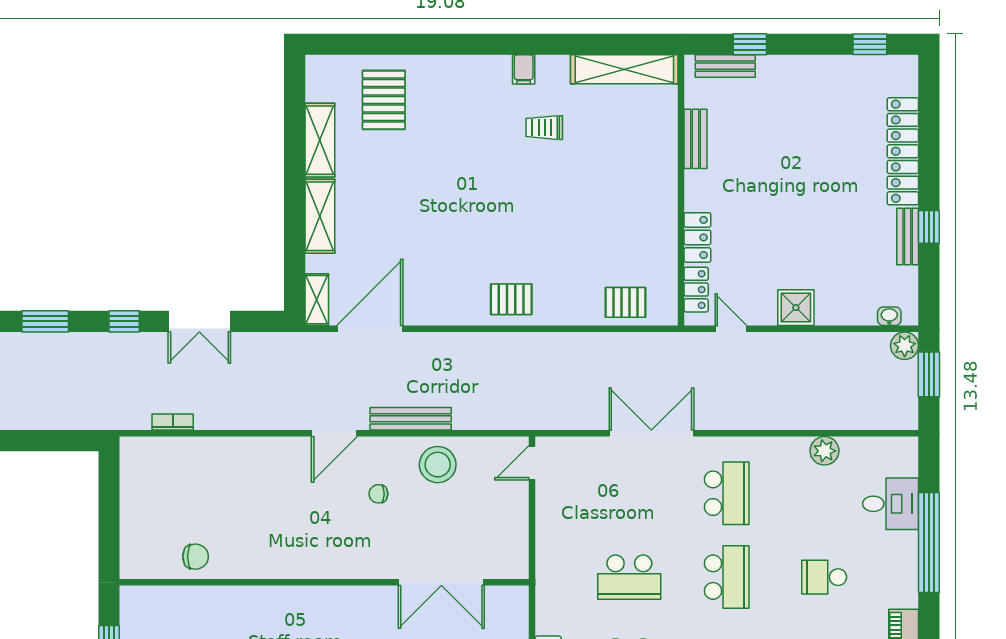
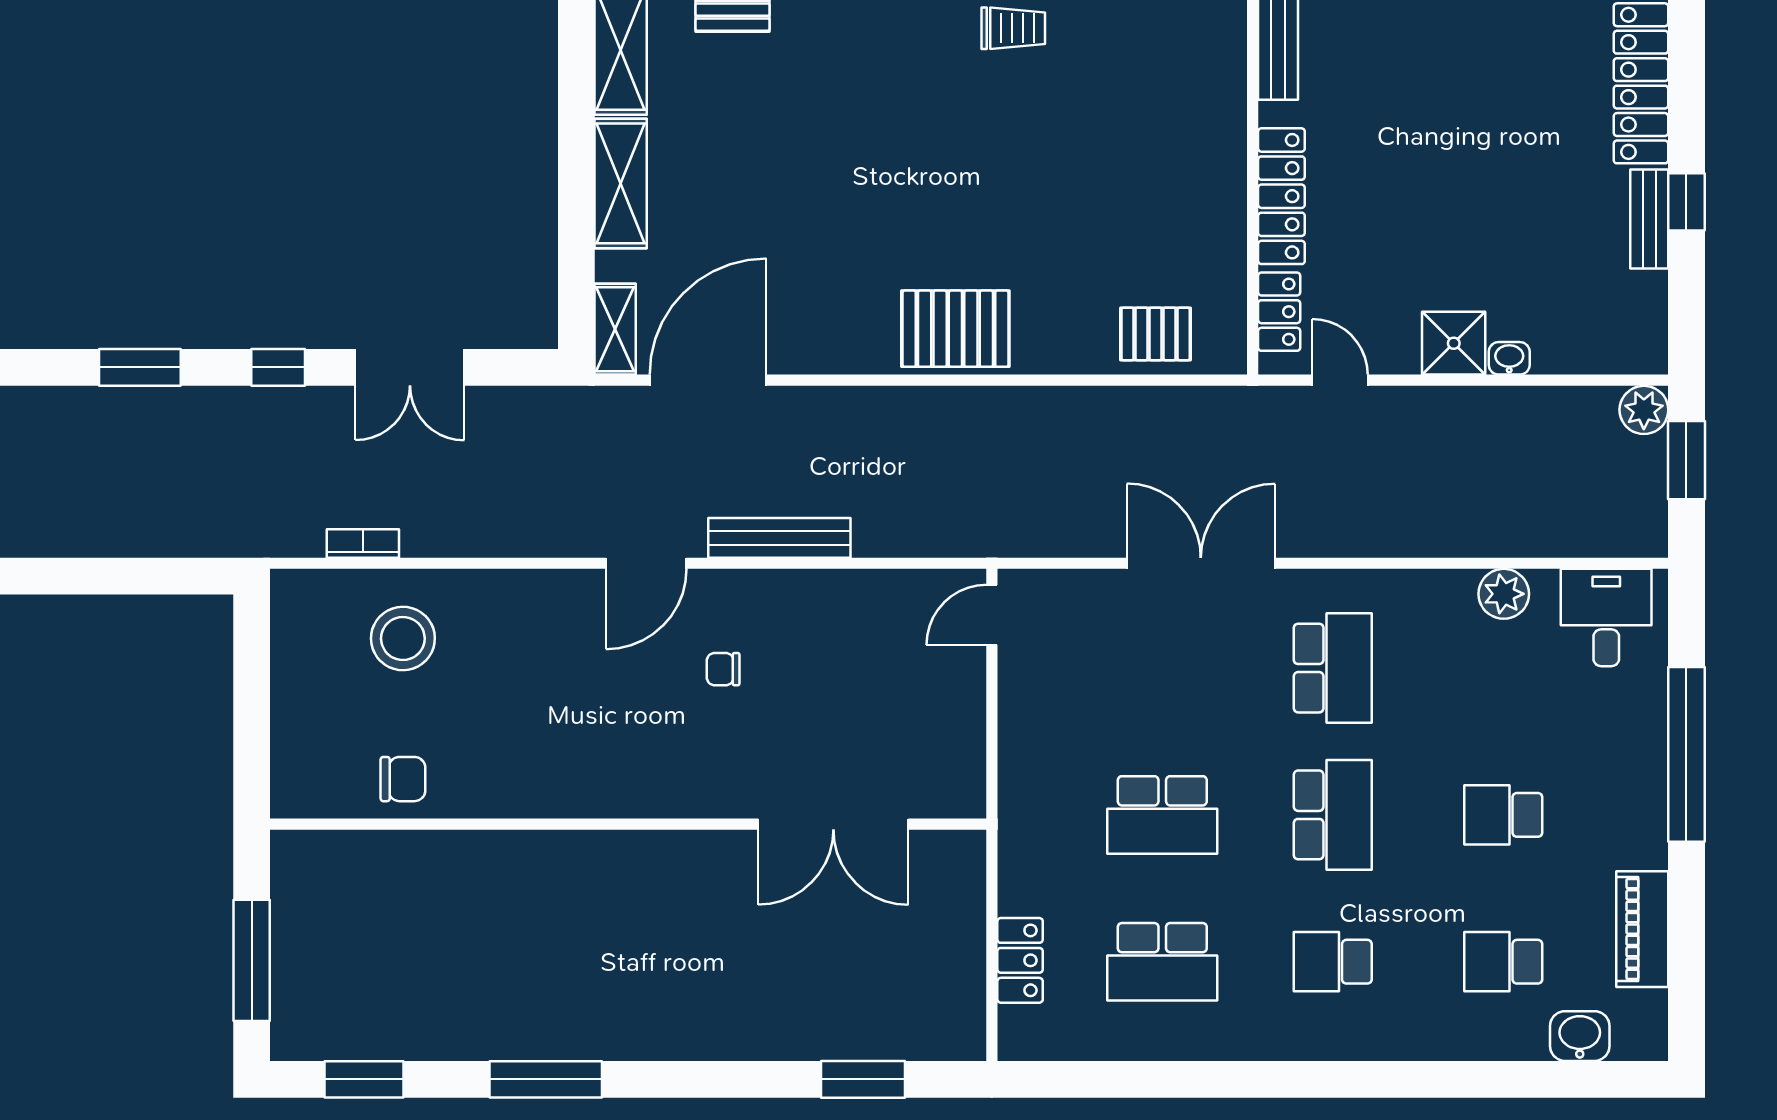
trolley: (544, 128) -> (1013, 28), turned 180
locker: (697, 237) -> (1281, 196), width x1.53
pallet: (511, 299) -> (955, 329), width x1.50, depth x1.42
washbasin: (889, 316) -> (1509, 358), moved
stool: (438, 465) -> (403, 639), moved
desk: (891, 504) -> (1606, 618), moved, turned -90

